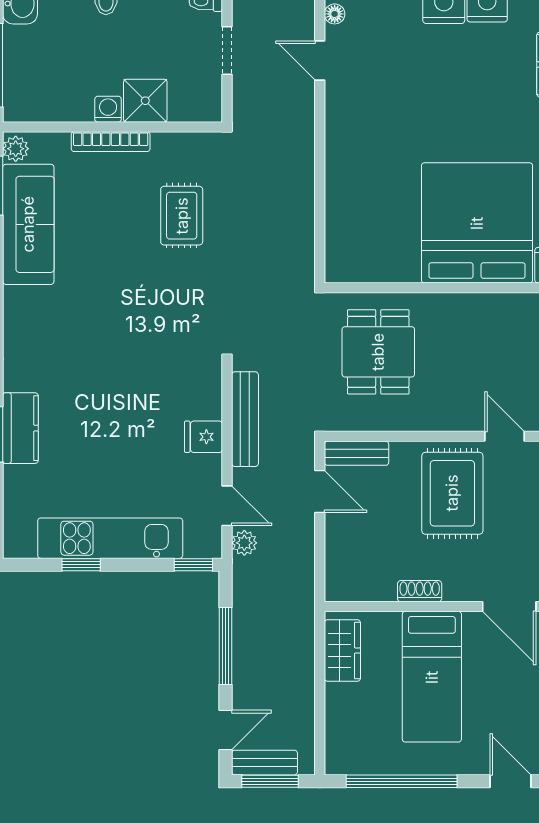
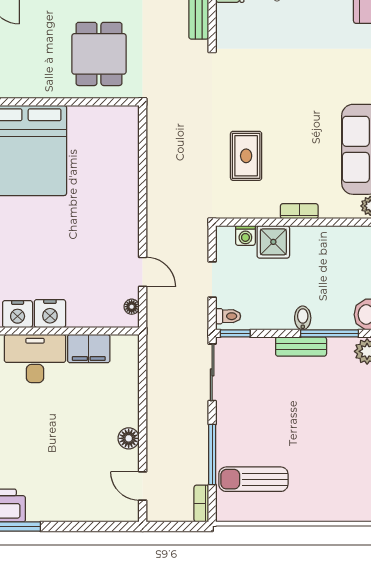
washing machine: (108, 109) -> (245, 235), moved
bookcase: (111, 142) -> (299, 211), width x0.64

